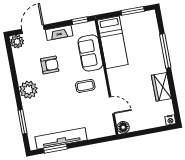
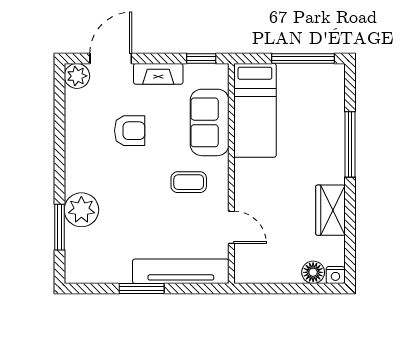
window: (133, 11) -> (303, 59), width x1.44
plant: (28, 90) -> (81, 210), moved
floor lamp: (123, 127) -> (313, 272), moved
tv unit: (61, 138) -> (181, 271), moved
window: (55, 149) -> (142, 288), moved

